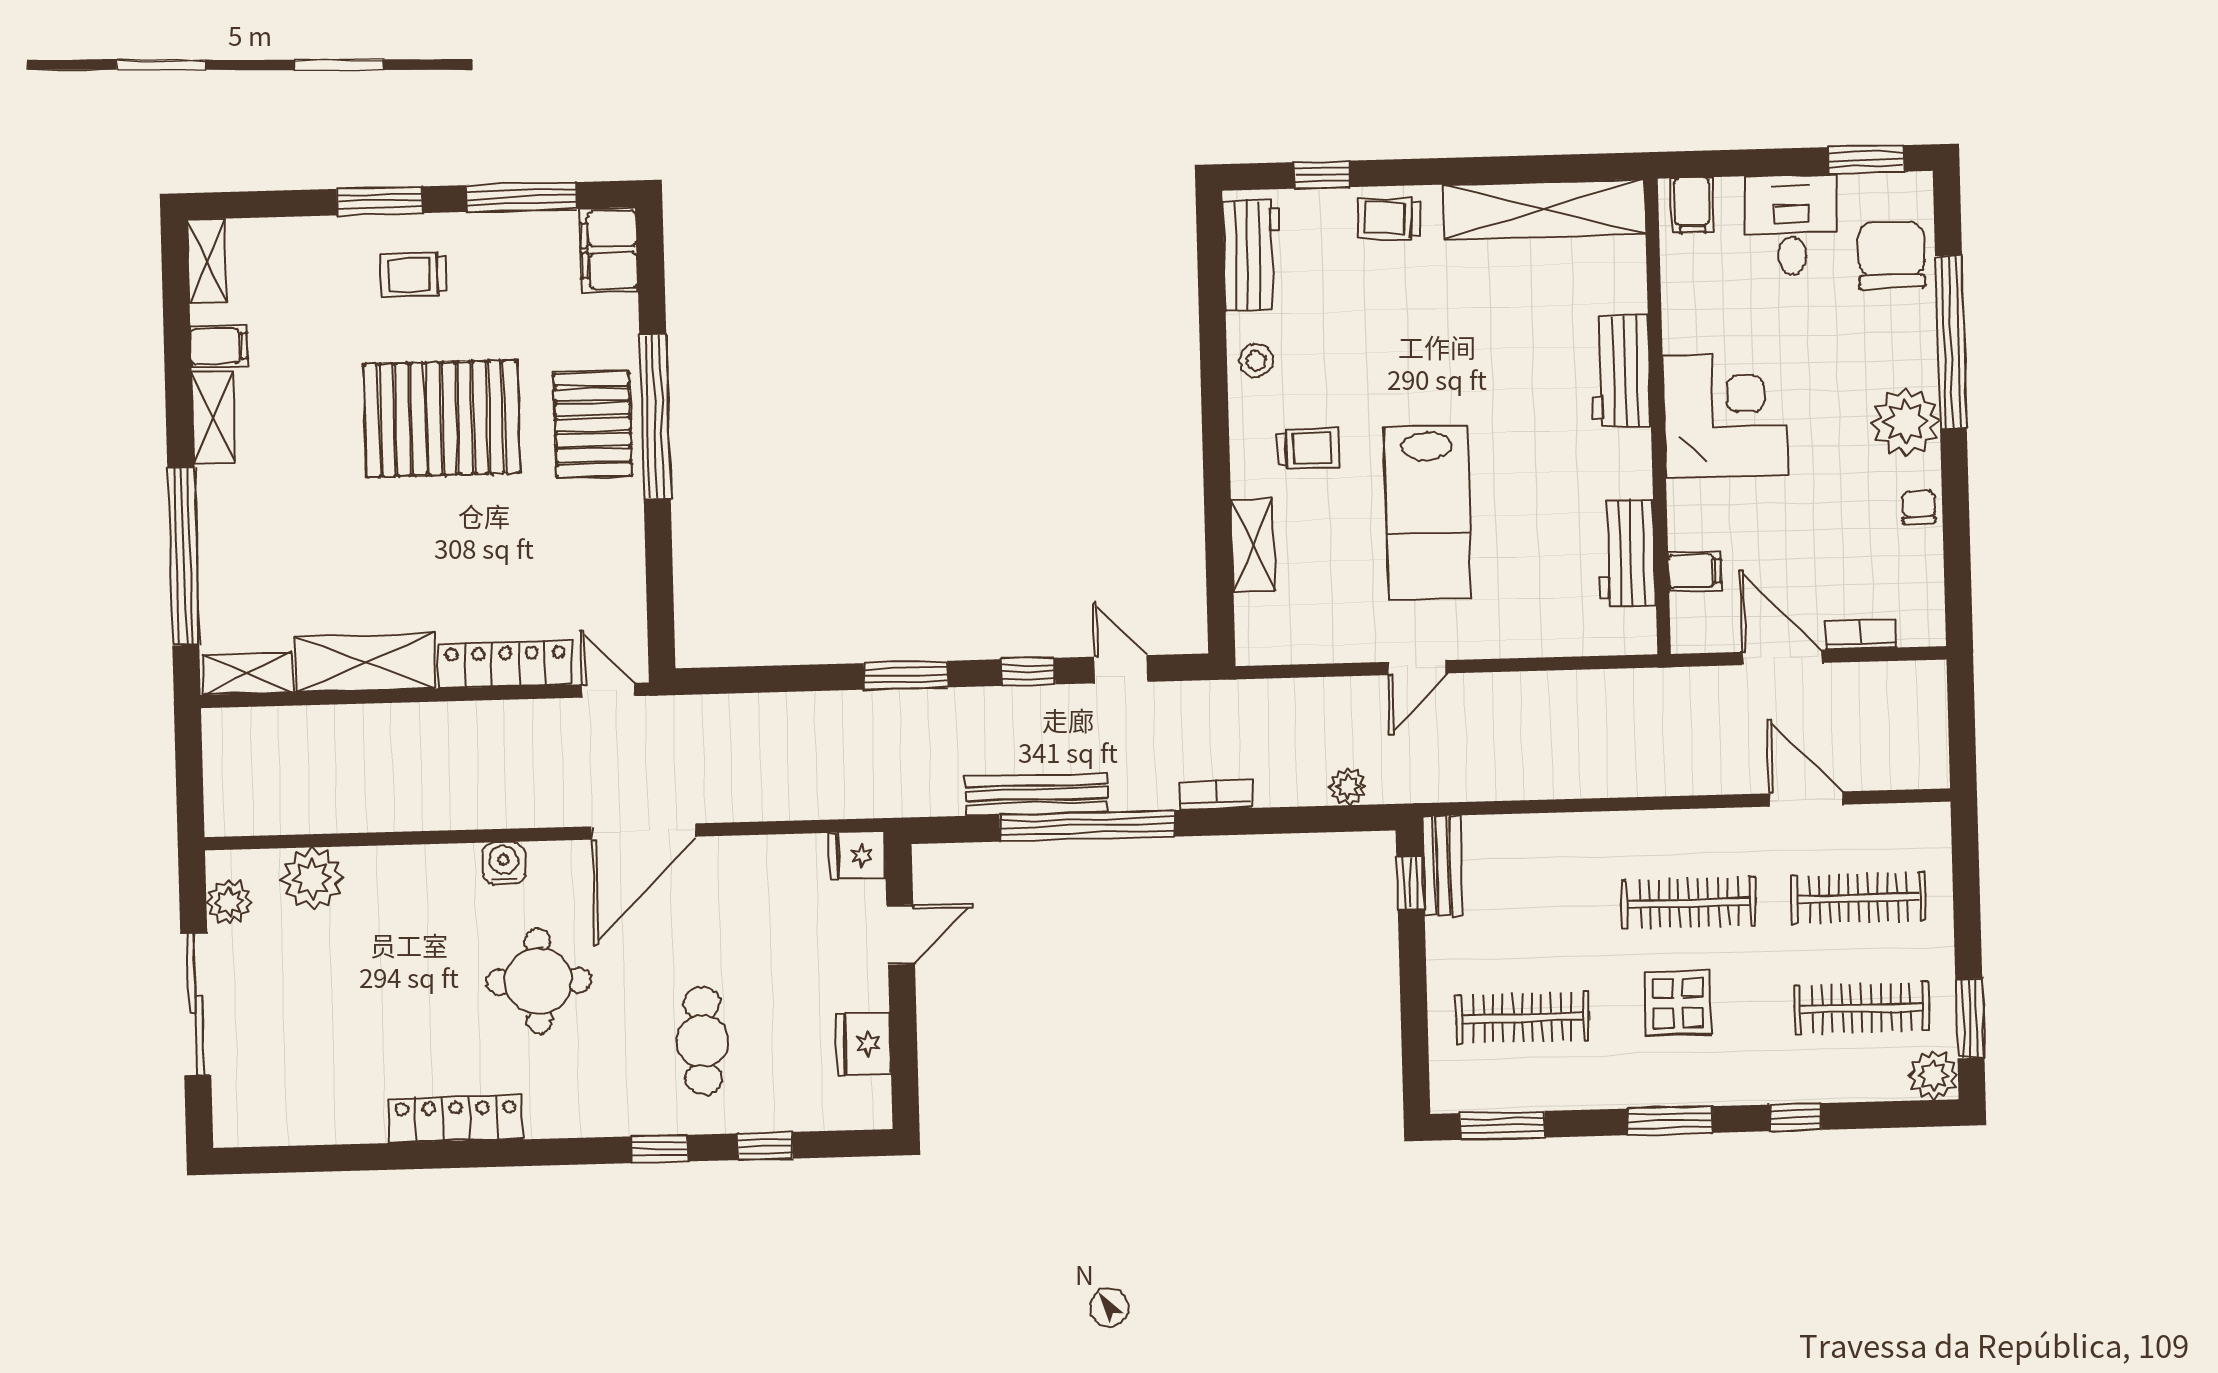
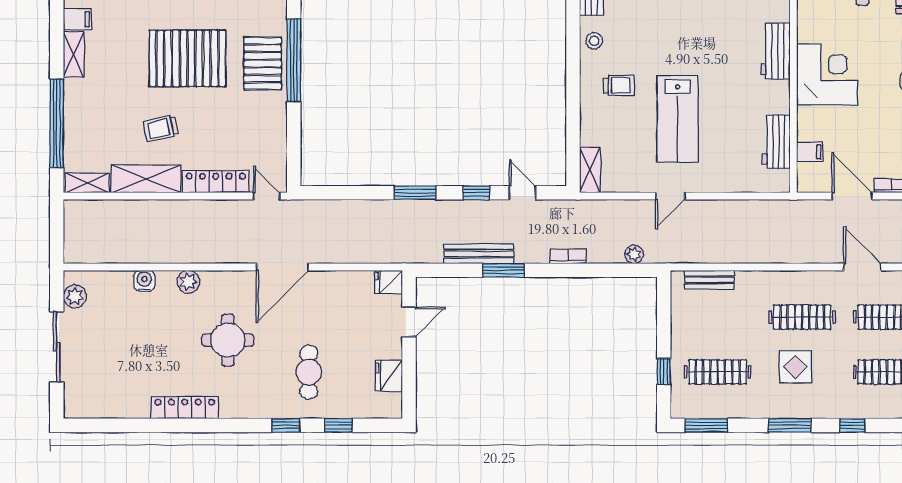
shelving: (1253, 545) -> (590, 170), moved
trolley: (392, 561) -> (161, 128), added
window: (1087, 826) -> (503, 270), width x0.47
water cooler: (504, 863) -> (144, 281), moved
bench: (1442, 866) -> (709, 280), moved, turned 90
plant: (312, 879) -> (188, 282), moved, width x0.73, depth x0.73
window: (1410, 883) -> (664, 371), moved

